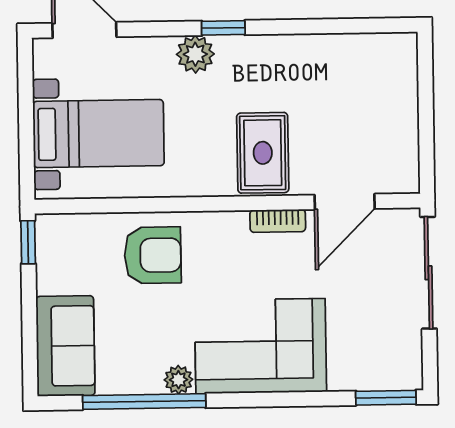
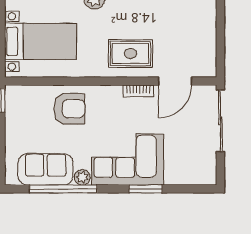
rug: (263, 153) -> (130, 53), turned 90
sofa: (65, 346) -> (45, 169), moved, turned -90
window: (386, 398) -> (146, 189), moved

